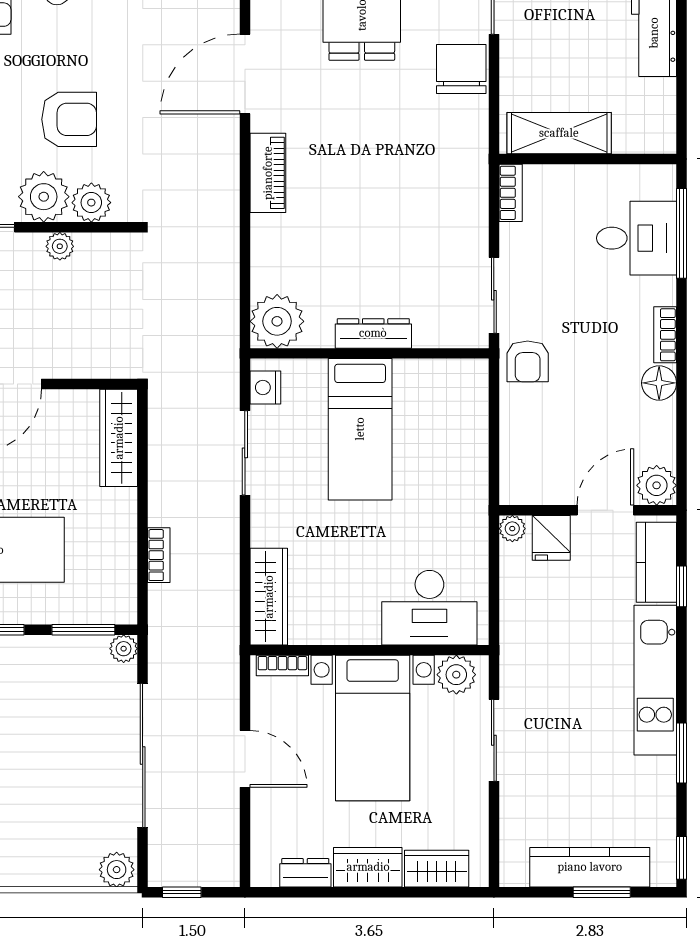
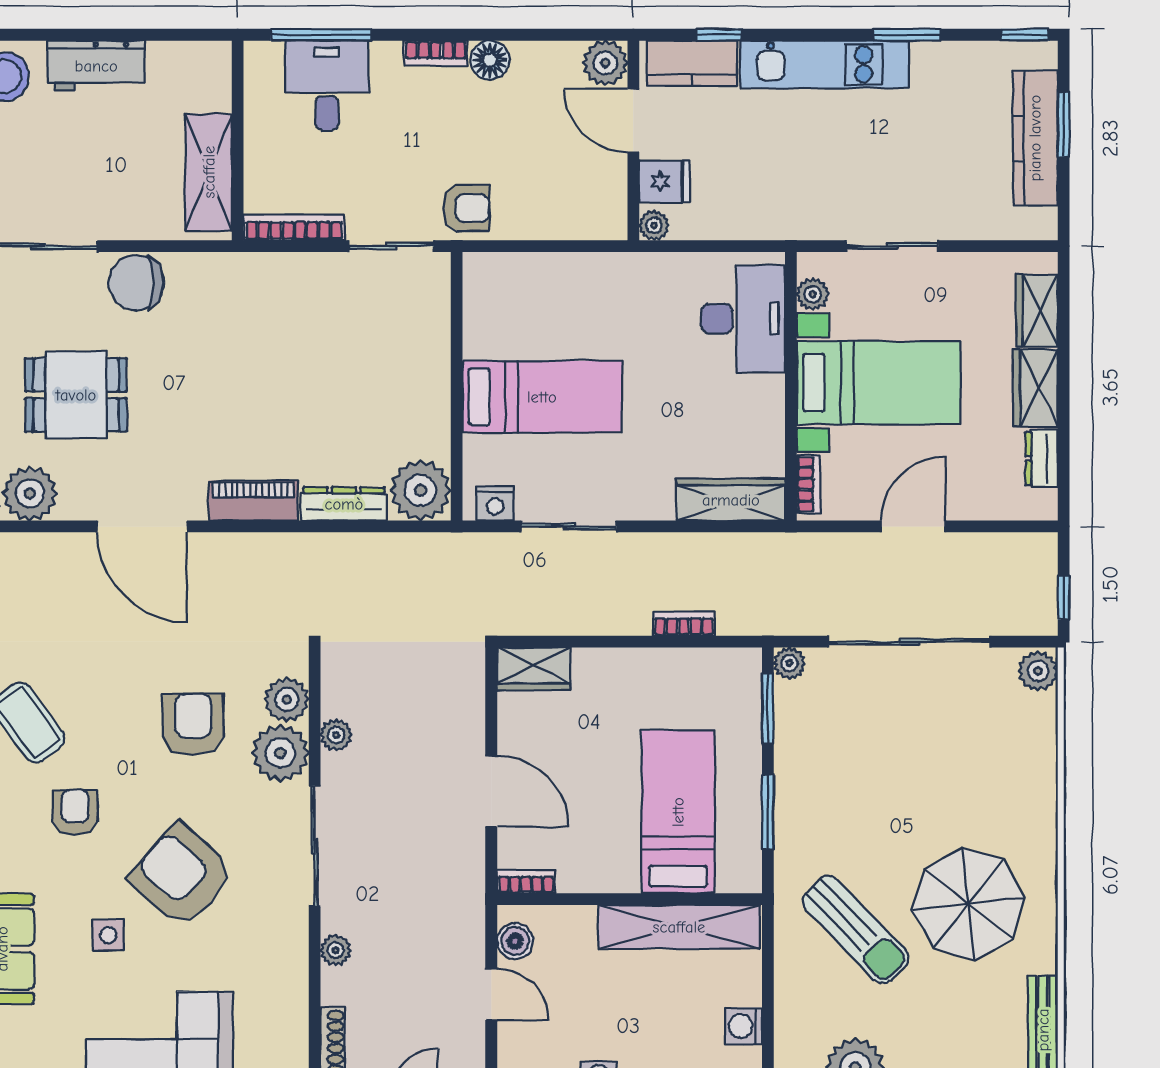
bookcase: (511, 193) -> (294, 227), width x1.56
dresser: (373, 333) -> (344, 504), moved, turned 90
wardrobe: (119, 438) -> (534, 669), width x0.67
plant: (456, 675) -> (813, 294), width x0.73, depth x0.73

